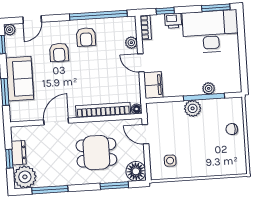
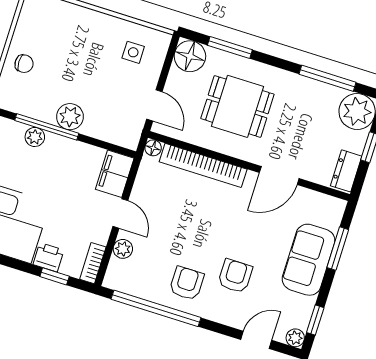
dresser: (19, 153) -> (346, 171), moved

